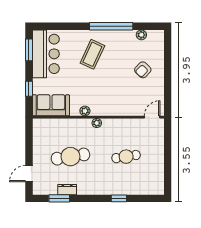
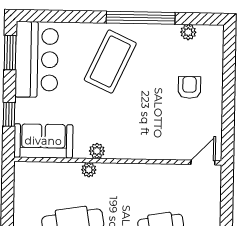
coffee table: (92, 54) -> (110, 62), width x1.36, depth x1.32
armchair: (143, 70) -> (189, 87), turned 136
plant: (97, 123) -> (89, 170), moved

